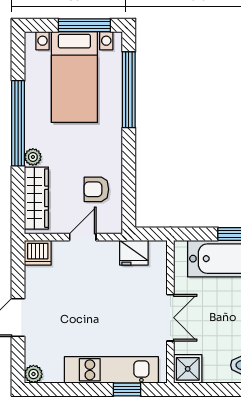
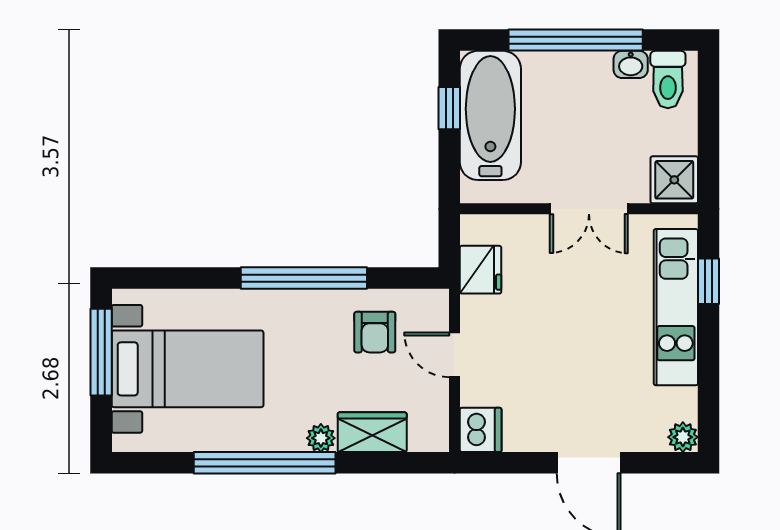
window: (129, 90) -> (304, 278), moved
wardrobe: (36, 198) -> (372, 432), width x0.67
double door: (170, 318) -> (589, 209), swing flipped

